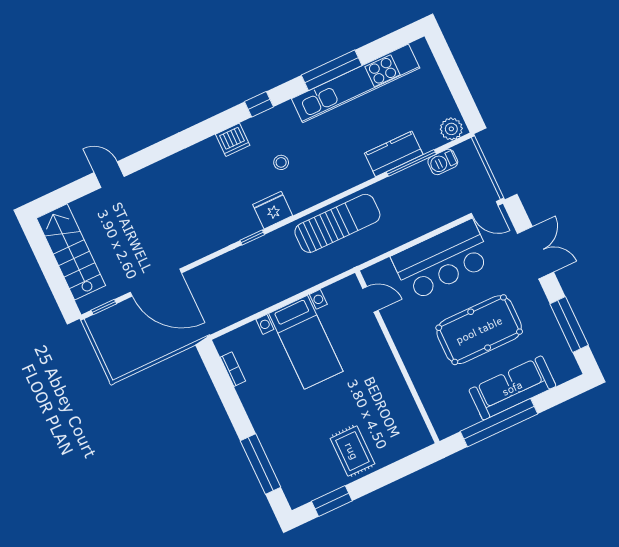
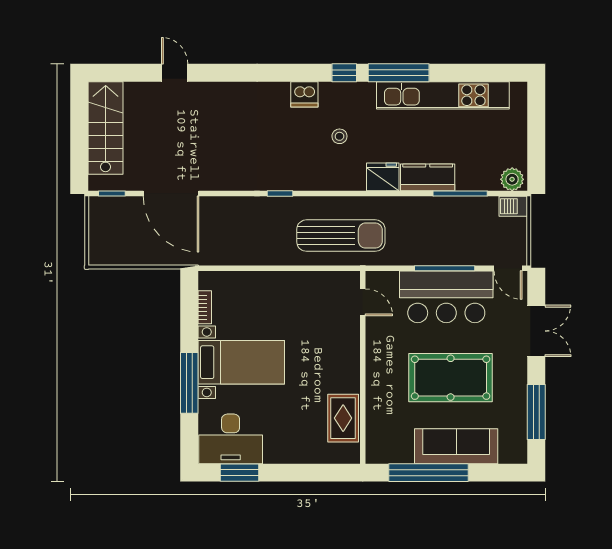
window: (332, 70) -> (399, 73), moved
kitchen counter: (394, 154) -> (428, 177), moved
barbecue: (443, 162) -> (513, 206), moved
fridge: (273, 210) -> (383, 177), moved
sun lounger: (337, 223) -> (341, 236), moved
window: (429, 236) -> (445, 268), added
bed with nightstands: (306, 342) -> (241, 362), moved, turned -90
rug: (352, 451) -> (343, 418), moved
window: (261, 464) -> (189, 383), moved
desk: (310, 475) -> (231, 439), added

